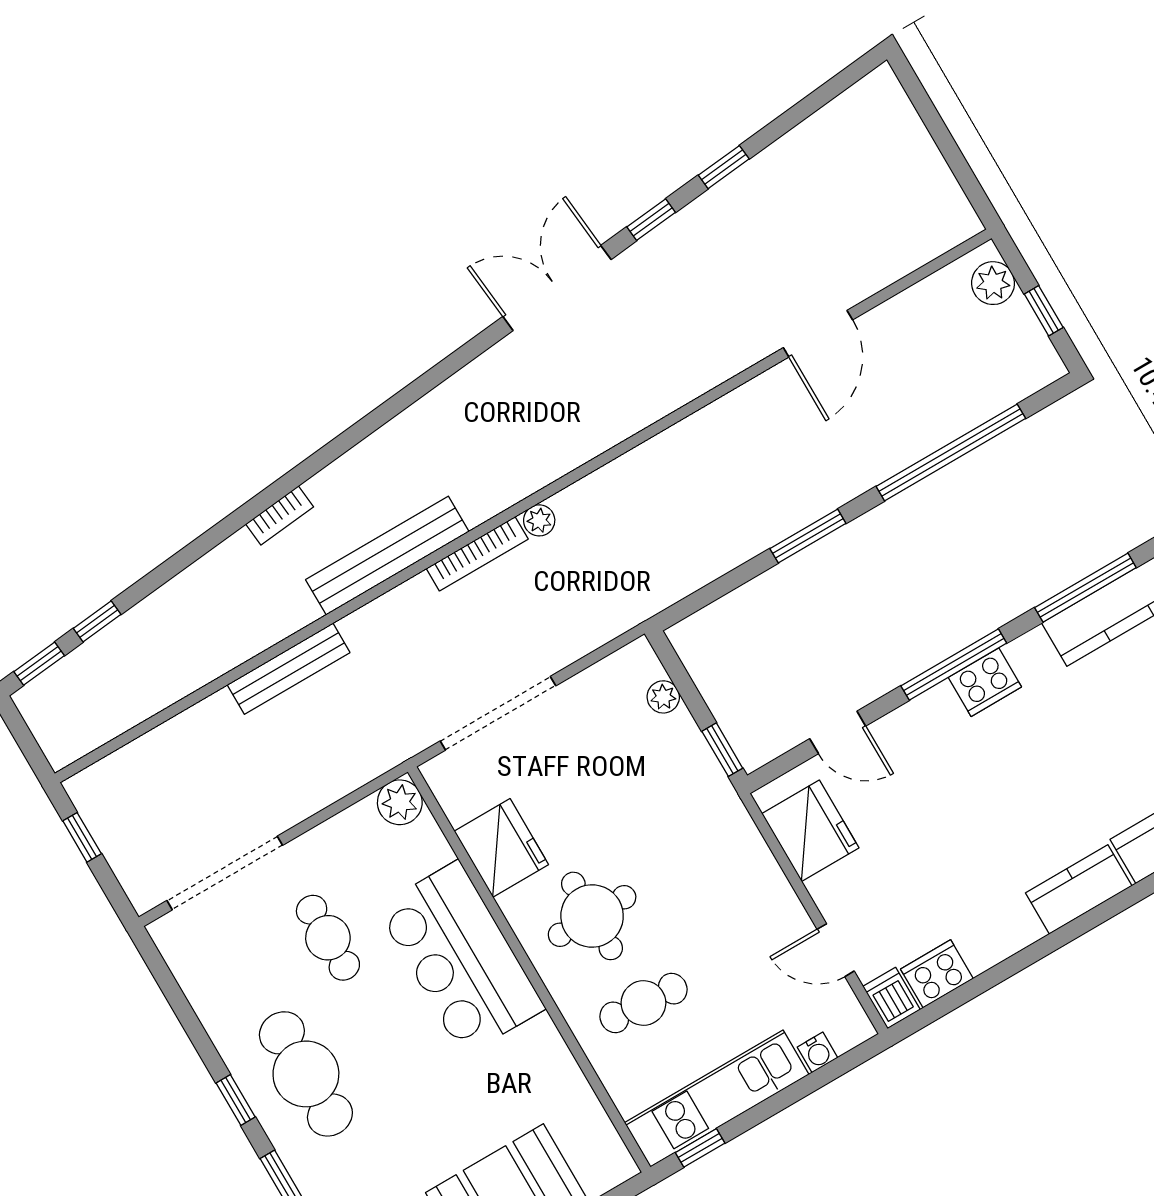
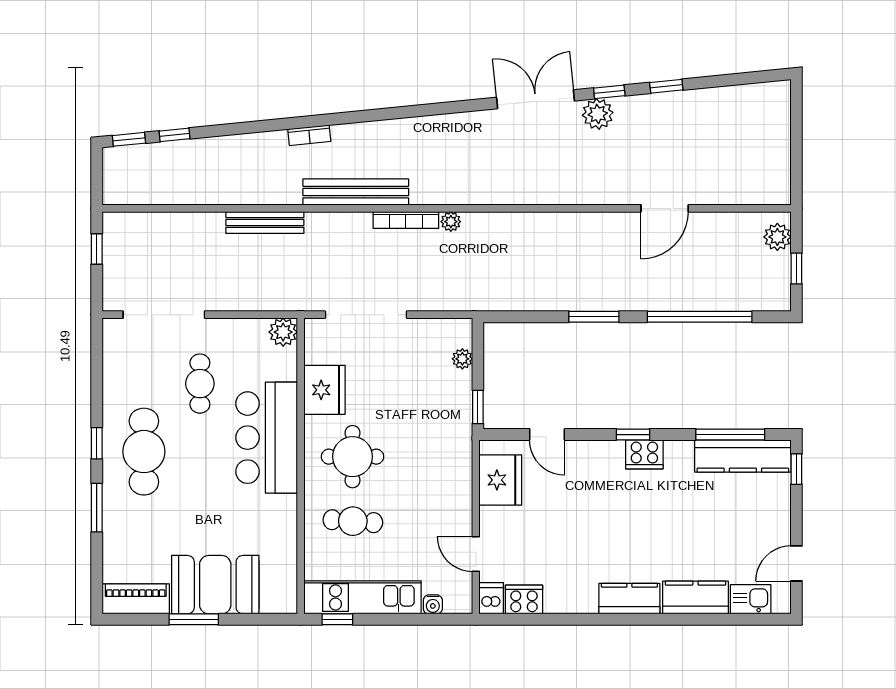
plant: (653, 259) -> (598, 114), added
window: (954, 665) -> (633, 435), width x0.46

